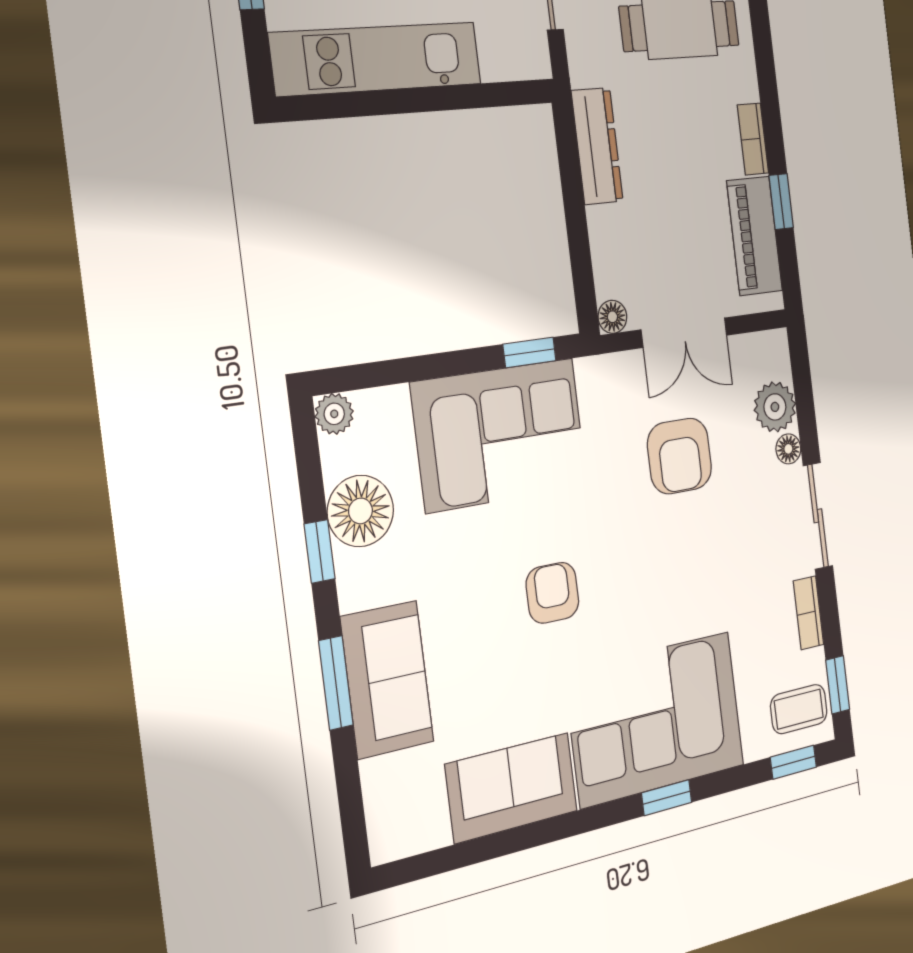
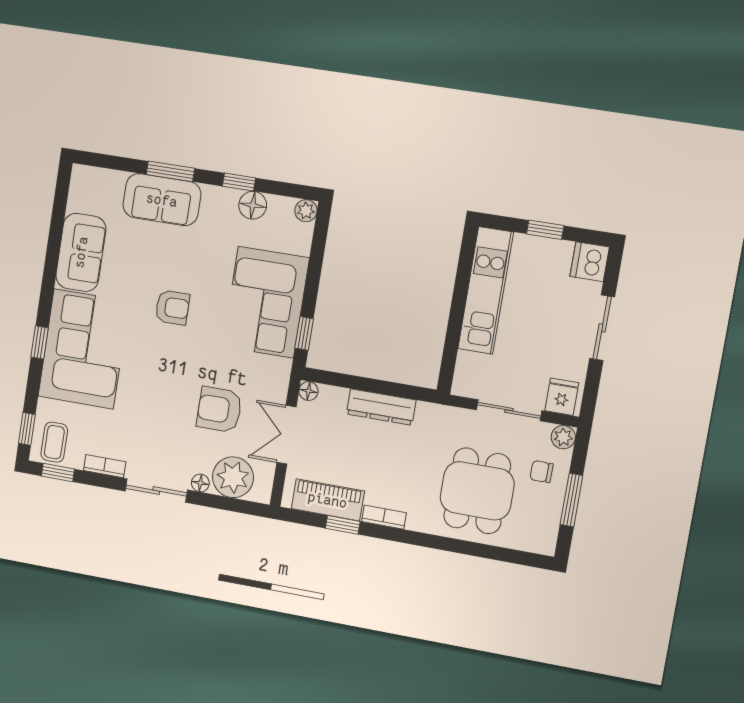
dresser: (597, 146) -> (381, 407), moved
plant: (775, 407) -> (233, 477), width x1.36, depth x1.36
floor lamp: (360, 511) -> (253, 205), width x0.73, depth x0.73

